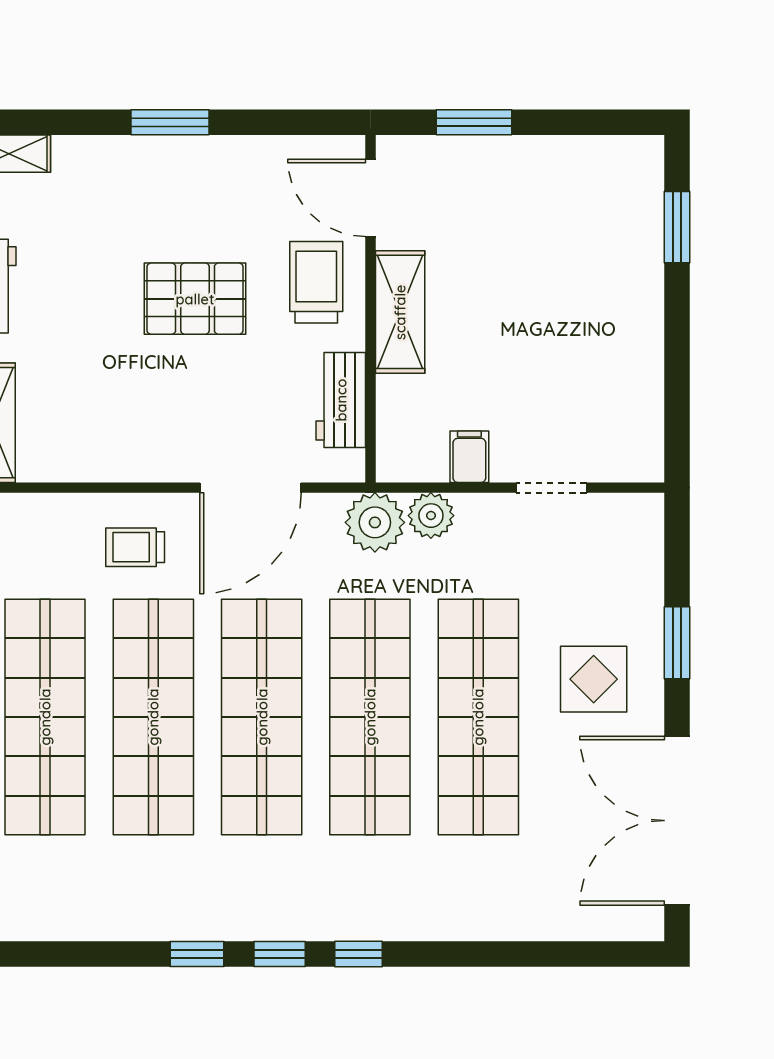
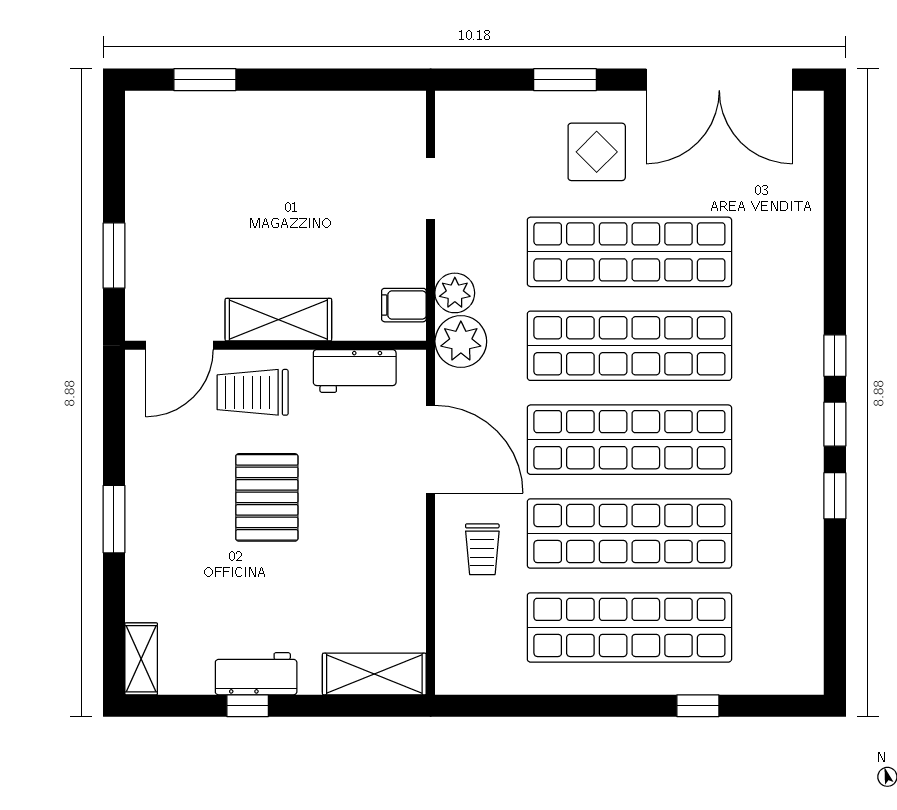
filing cabinet: (469, 457) -> (404, 305), moved

